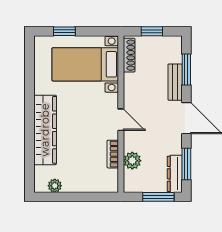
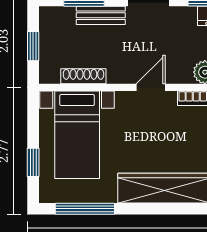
shoe rack: (129, 55) -> (83, 76), moved
window: (29, 70) -> (85, 209), added

